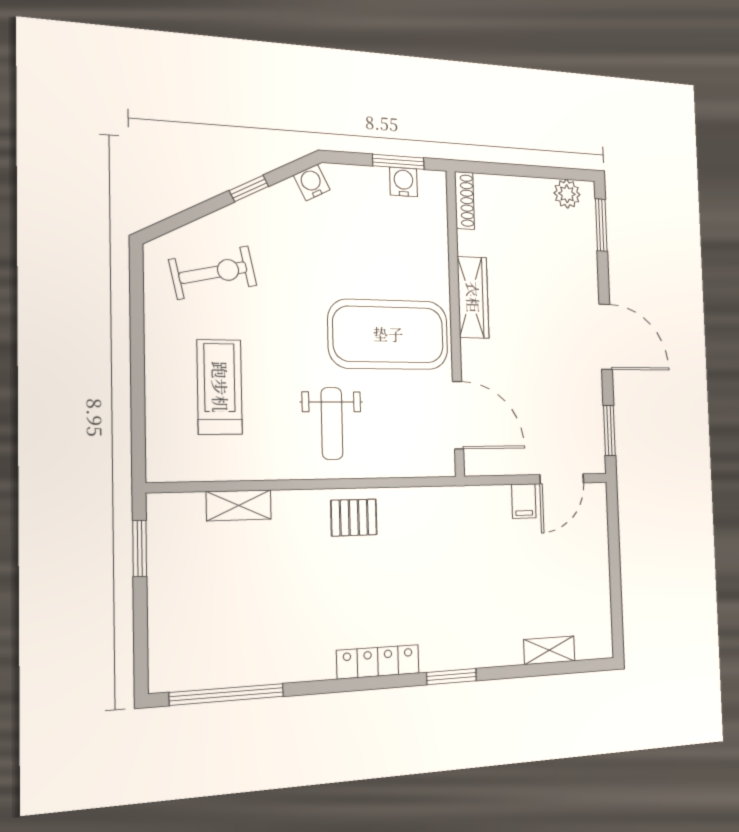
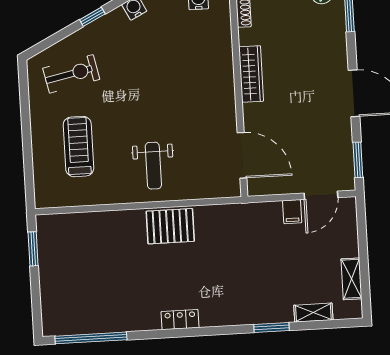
exercise mat: (388, 334) -> (191, 104), removed
shelving: (239, 505) -> (351, 279), moved, turned 90
pallet: (354, 518) -> (170, 226), width x1.50, depth x1.42
locker: (378, 662) -> (180, 320), width x0.66
window: (452, 677) -> (271, 328), moved

